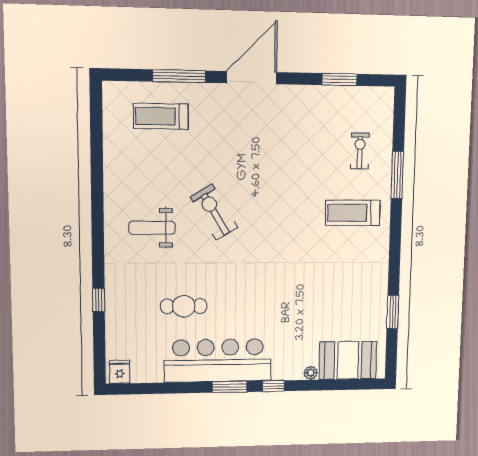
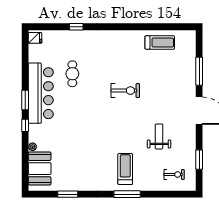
treadmill: (161, 116) -> (160, 43), moved, turned 90
exercise bike: (360, 151) -> (174, 174), moved
window: (397, 175) -> (127, 194), moved
exercise bike: (214, 212) -> (125, 91), turned 31
weight bench: (152, 228) -> (159, 136), moved

